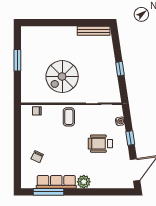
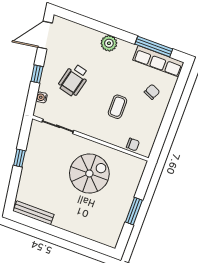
coffee table: (69, 117) -> (117, 107), moved
wheelchair: (100, 144) -> (74, 80), turned 104
row of seats: (56, 182) -> (158, 61), moved

